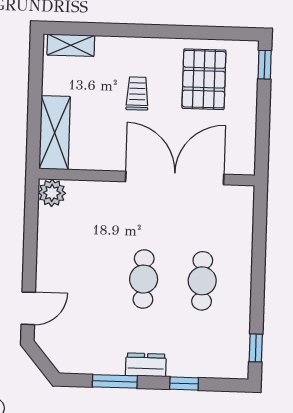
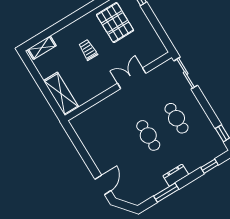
double door: (175, 178) -> (132, 78), width x0.54
plant: (52, 193) -> (78, 123), removed
sliding door: (260, 223) -> (186, 73), added
window: (184, 384) -> (210, 166), moved

